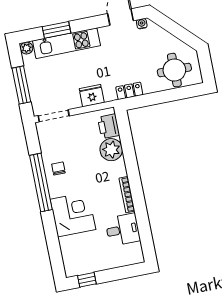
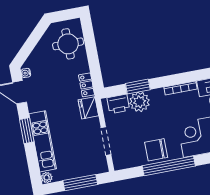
window: (57, 30) -> (27, 131), moved
fridge: (92, 96) -> (88, 108), moved
doorway: (54, 116) -> (106, 141), moved
window: (128, 148) -> (138, 87), added
chair: (58, 169) -> (156, 150), width x1.87, depth x1.87

